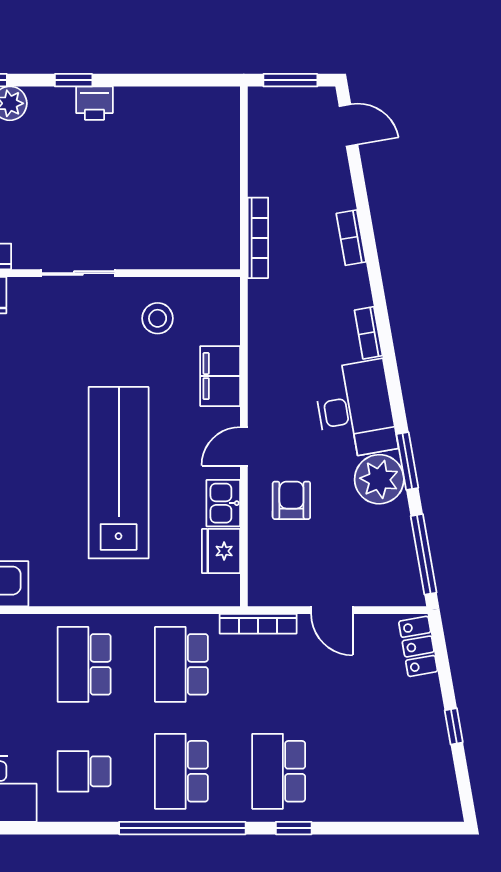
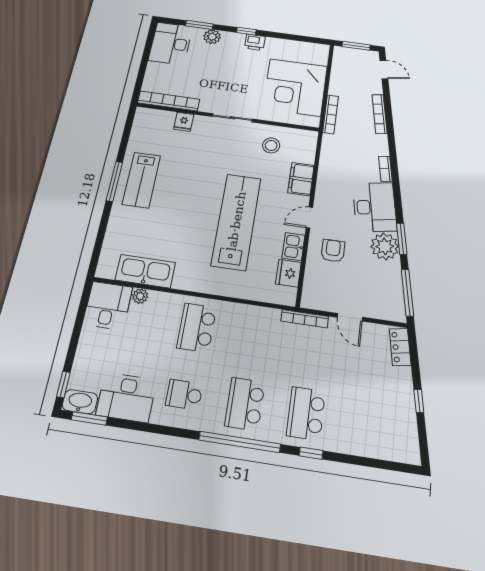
corner desk: (185, 191) -> (295, 87), added
bookcase: (351, 238) -> (380, 114), width x1.56
school desk: (181, 664) -> (255, 336), removed

